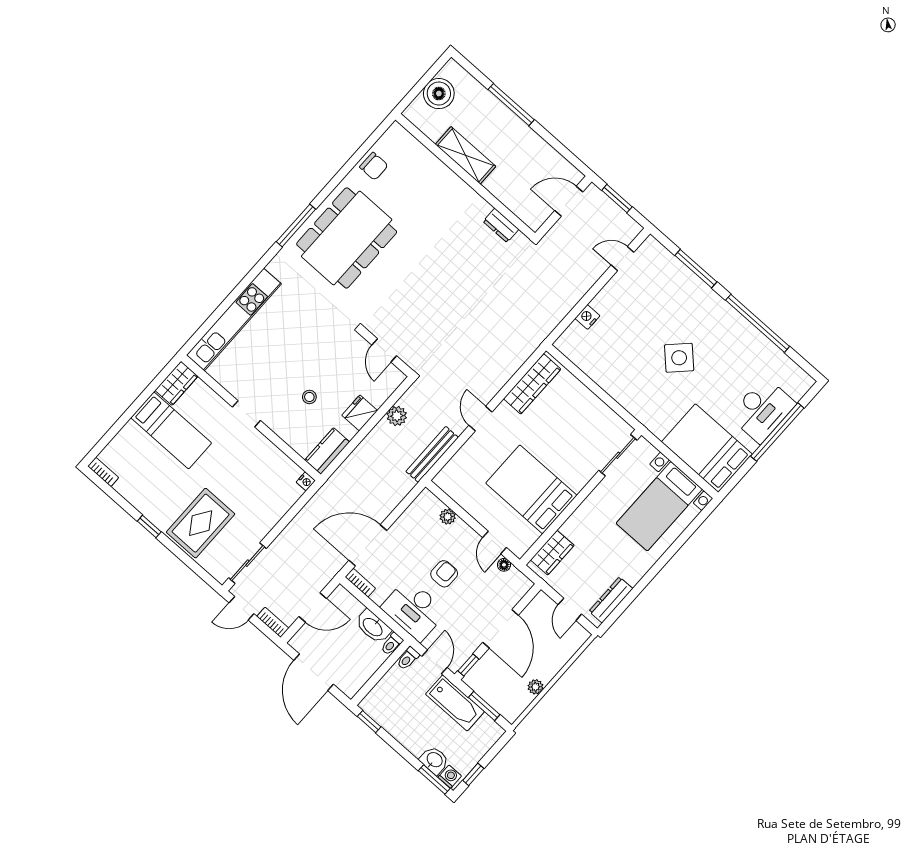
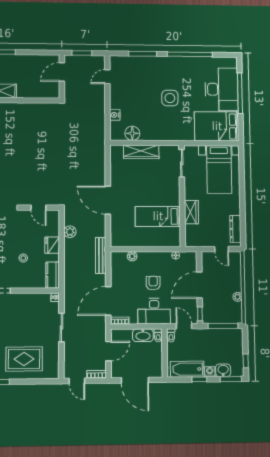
dresser: (501, 225) -> (41, 108), removed
side table: (679, 358) -> (170, 98), turned 45
floor lamp: (589, 361) -> (132, 133), added
wardrobe: (532, 384) -> (141, 152), moved, turned 90
desk: (762, 410) -> (221, 89), width x1.36, depth x1.30
door: (480, 419) -> (108, 200), width x1.88
bench: (432, 454) -> (101, 255), moved
bed: (531, 489) -> (158, 216), width x0.67
rug: (201, 523) -> (24, 359), turned 90
door: (494, 542) -> (163, 249), removed
wardrobe: (552, 553) -> (191, 212), moved
sliding door: (247, 563) -> (61, 328), moved
door: (242, 608) -> (77, 381), hinge flipped
door: (501, 629) -> (199, 285), swing flipped
bathtub: (455, 703) -> (187, 369), moved, turned 180
window: (484, 706) -> (223, 326), width x1.44
window: (369, 722) -> (199, 379), moved
washing machine: (450, 777) -> (210, 372), moved

